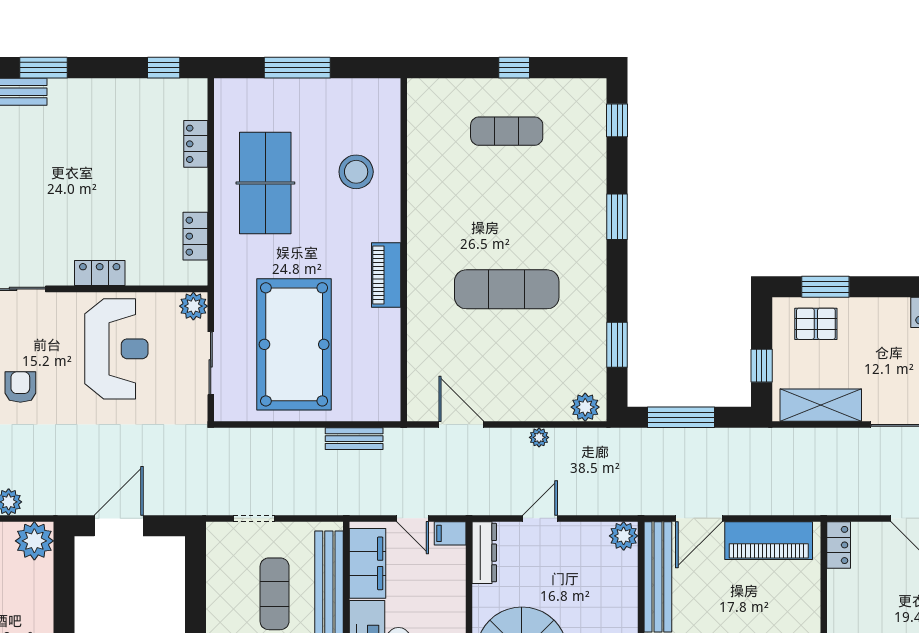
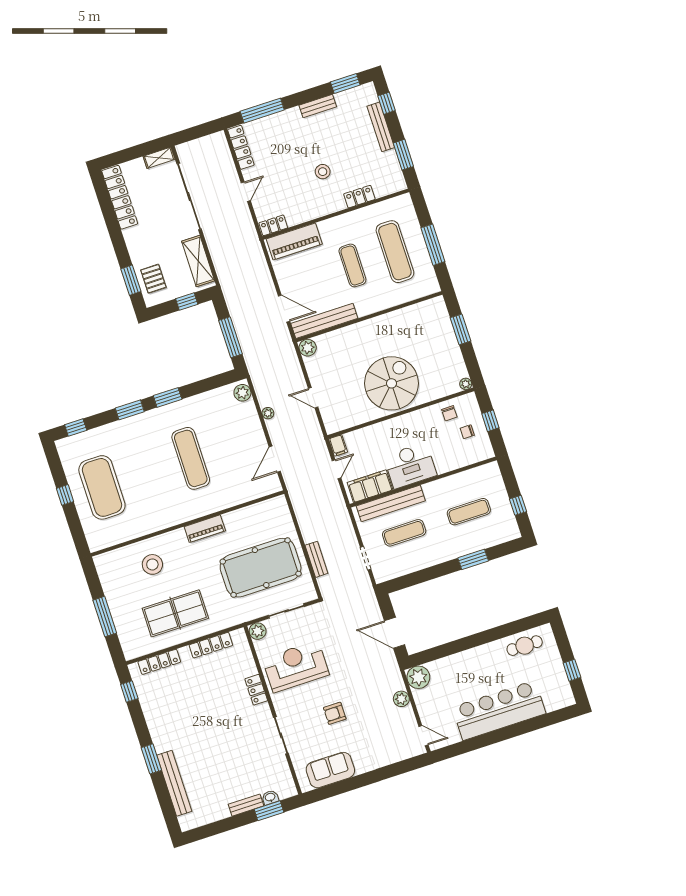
exercise mat: (507, 131) -> (102, 487), width x2.00, depth x1.45
locker: (196, 144) -> (159, 662), width x1.53
locker: (195, 236) -> (211, 645), width x1.53
window: (617, 345) -> (168, 397), moved
bench: (354, 439) -> (316, 559), moved
piano: (769, 541) -> (294, 242), moved, turned 90
dresser: (484, 553) -> (343, 423), removed

